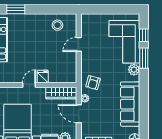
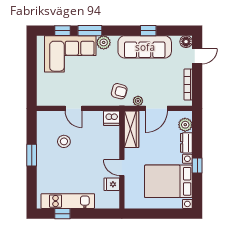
window: (16, 9) -> (32, 155), moved
stool: (57, 25) -> (64, 141), moved
fridge: (43, 76) -> (112, 184), moved
dishwasher: (70, 76) -> (112, 118), added
window: (144, 107) -> (148, 31), added

